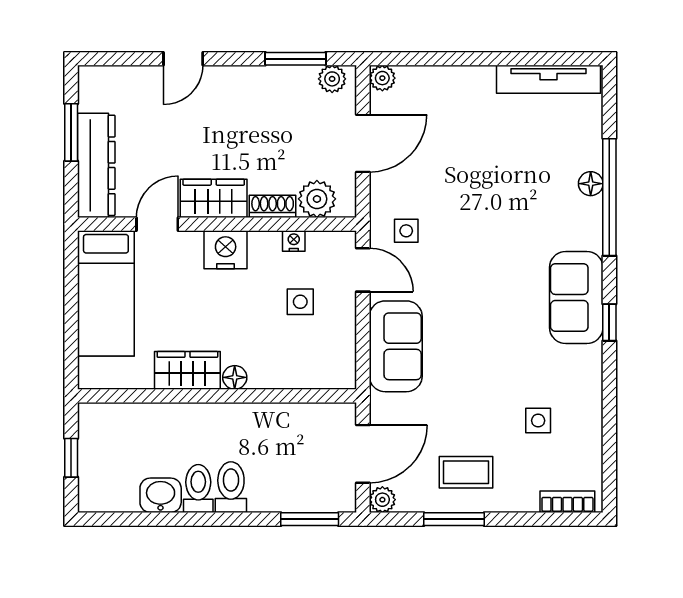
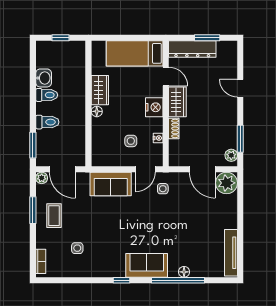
plant: (382, 78) -> (227, 183), width x1.88, depth x1.88
plant: (317, 199) -> (177, 148), removed
sofa: (576, 297) -> (147, 265), moved
toilet: (231, 487) -> (47, 122), moved

